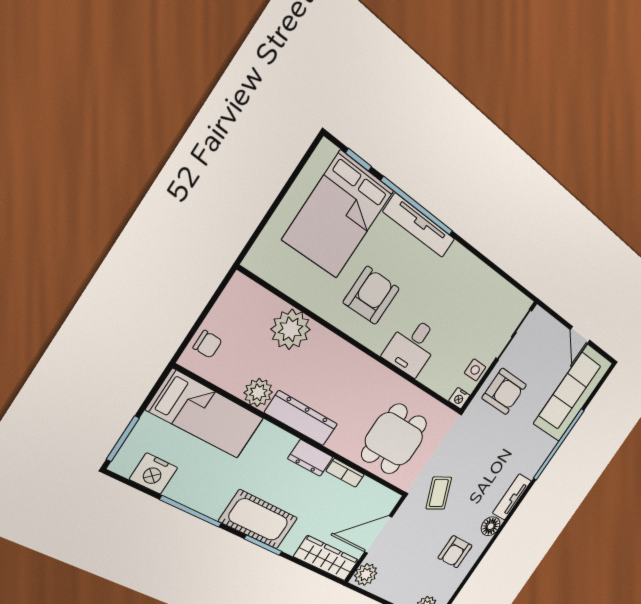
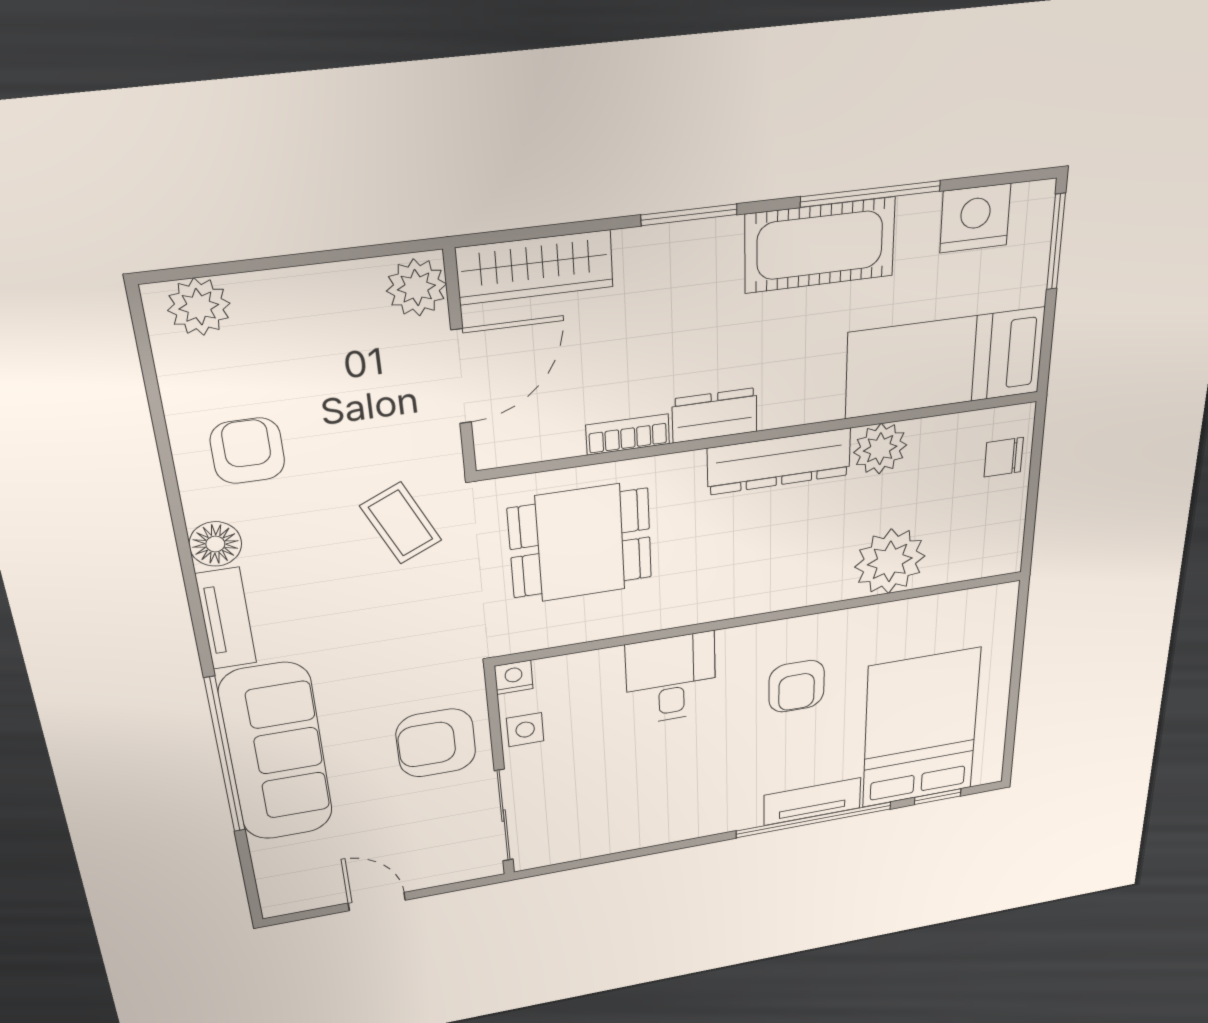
tv unit: (419, 226) -> (812, 802), width x0.71
armchair: (371, 295) -> (797, 686), width x0.72, depth x0.72
sofa: (573, 393) -> (276, 753), moved
dining table: (394, 439) -> (580, 543), turned 90
cot: (258, 520) -> (820, 245), moved

